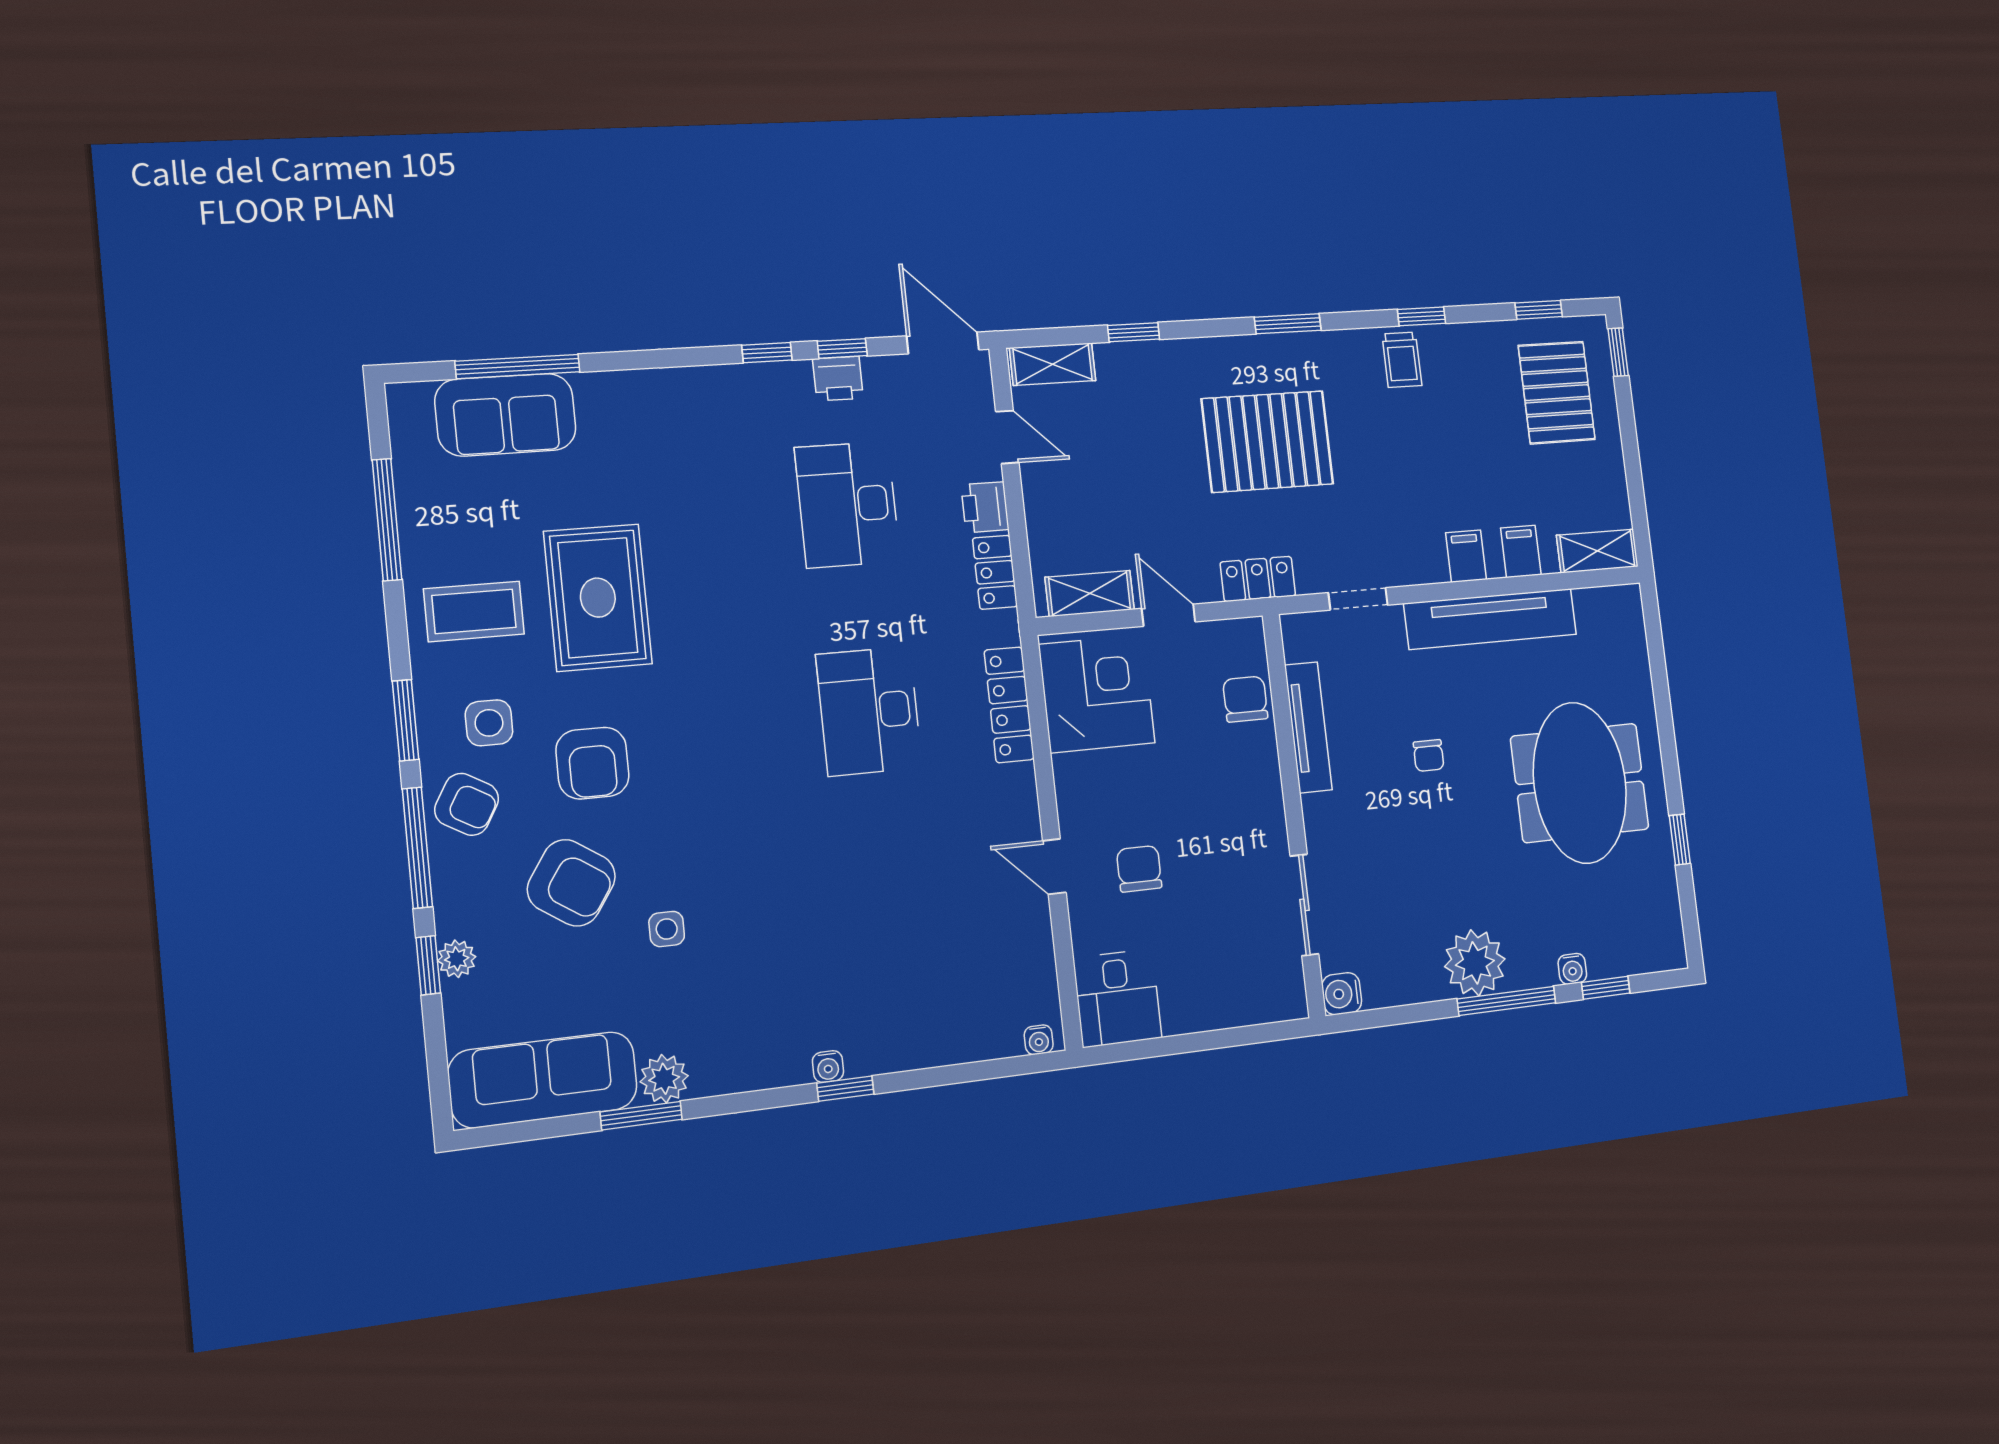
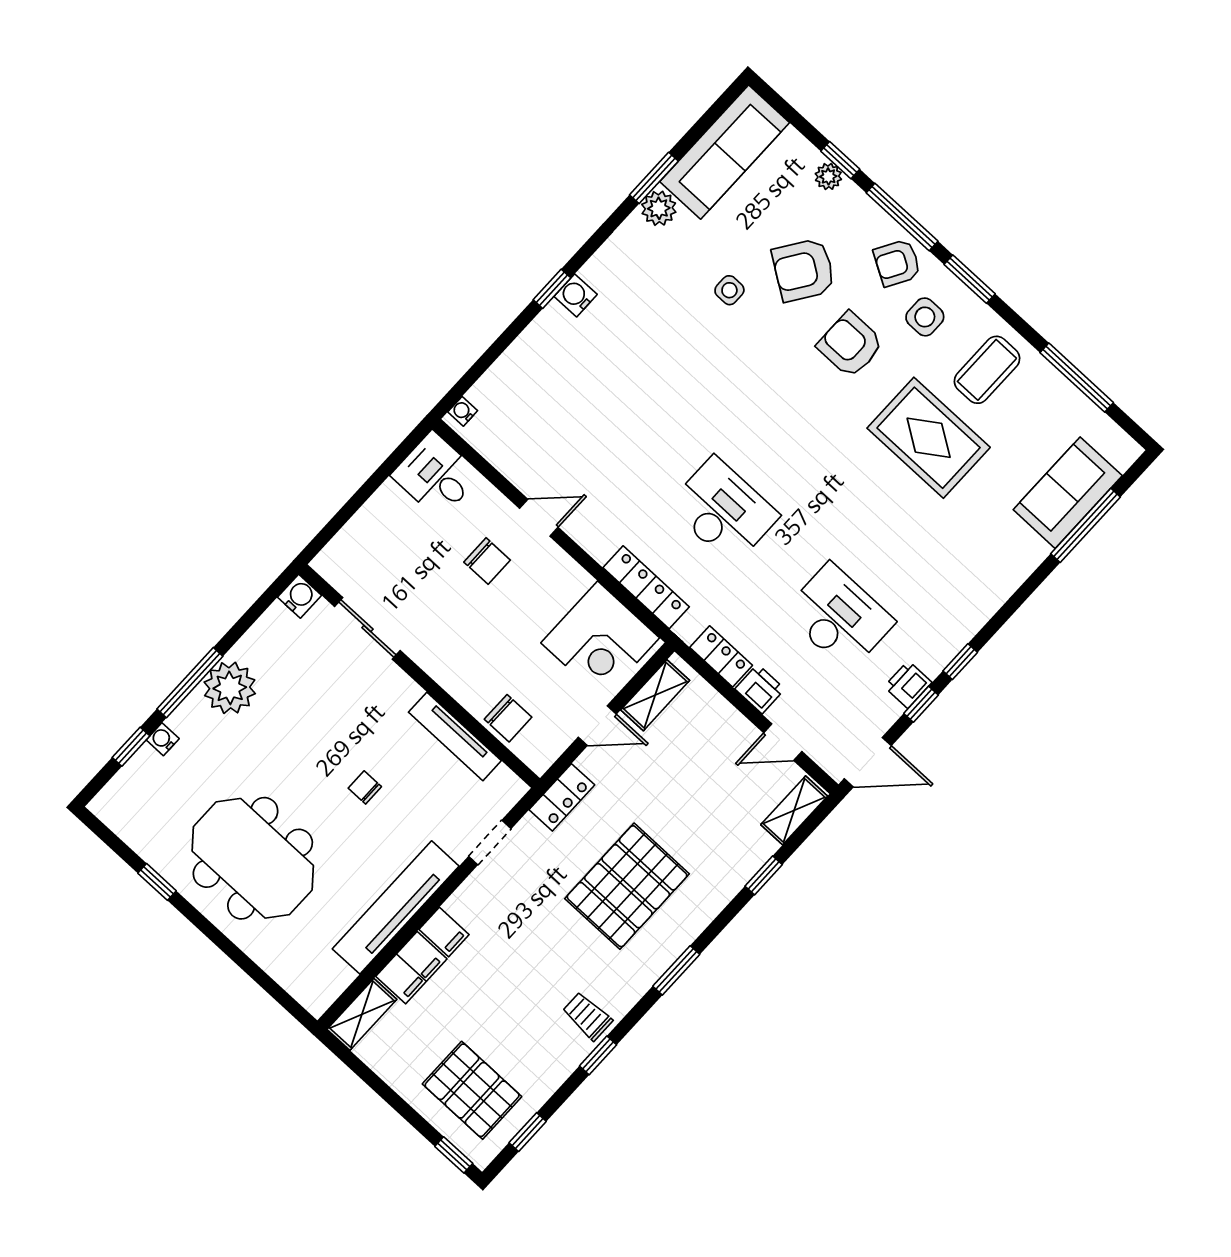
filing cabinet: (1521, 551) -> (411, 968), width x2.00
water cooler: (828, 1067) -> (576, 295), width x1.38, depth x1.38

